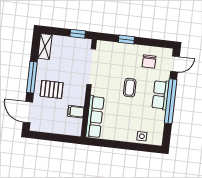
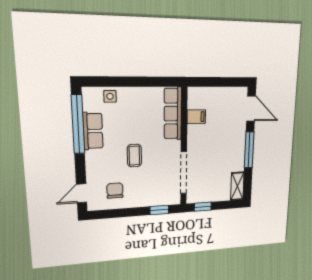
window: (126, 39) -> (159, 210), moved
pallet: (52, 89) -> (226, 139), removed
row of seats: (161, 95) -> (93, 131), moved
window: (171, 101) -> (78, 124), moved

